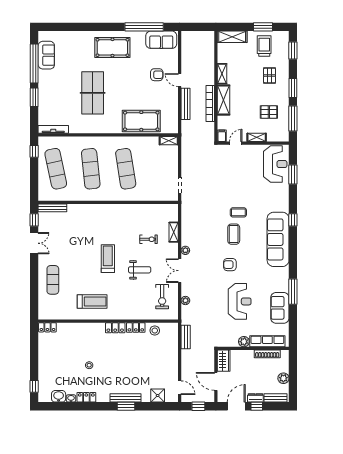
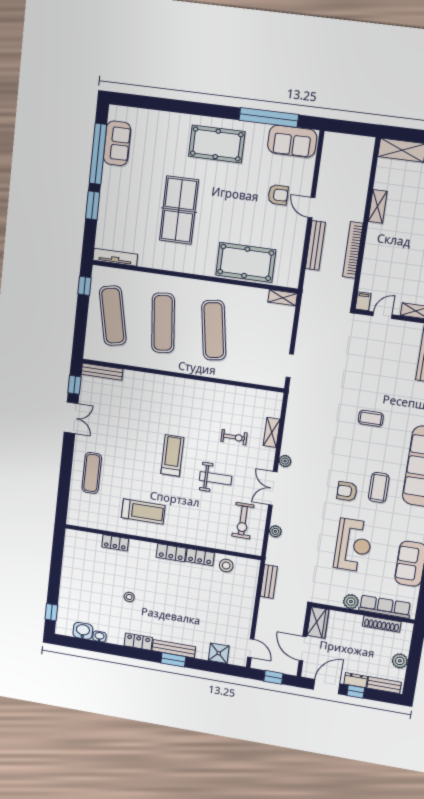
shelving: (223, 100) -> (374, 247), removed
coffee table: (234, 234) -> (379, 487), moved
locker: (47, 327) -> (115, 543), moved
locker: (86, 397) -> (138, 642), moved

